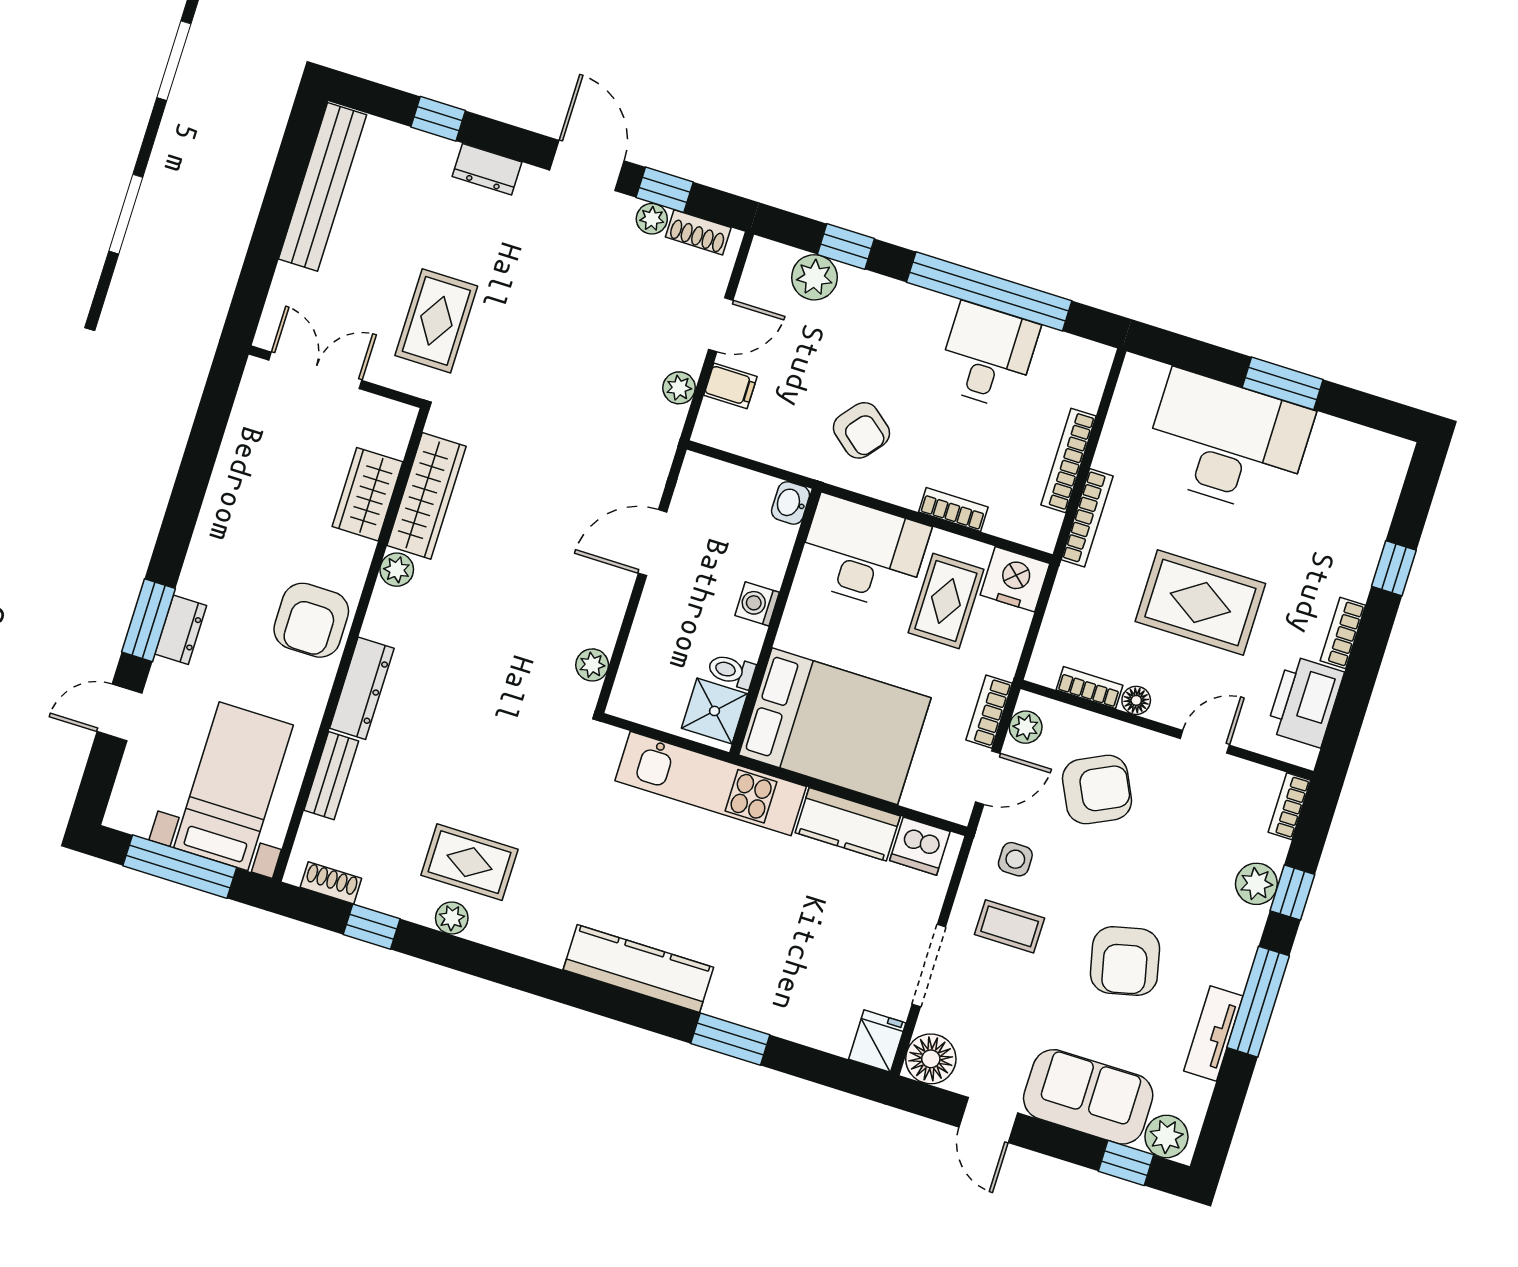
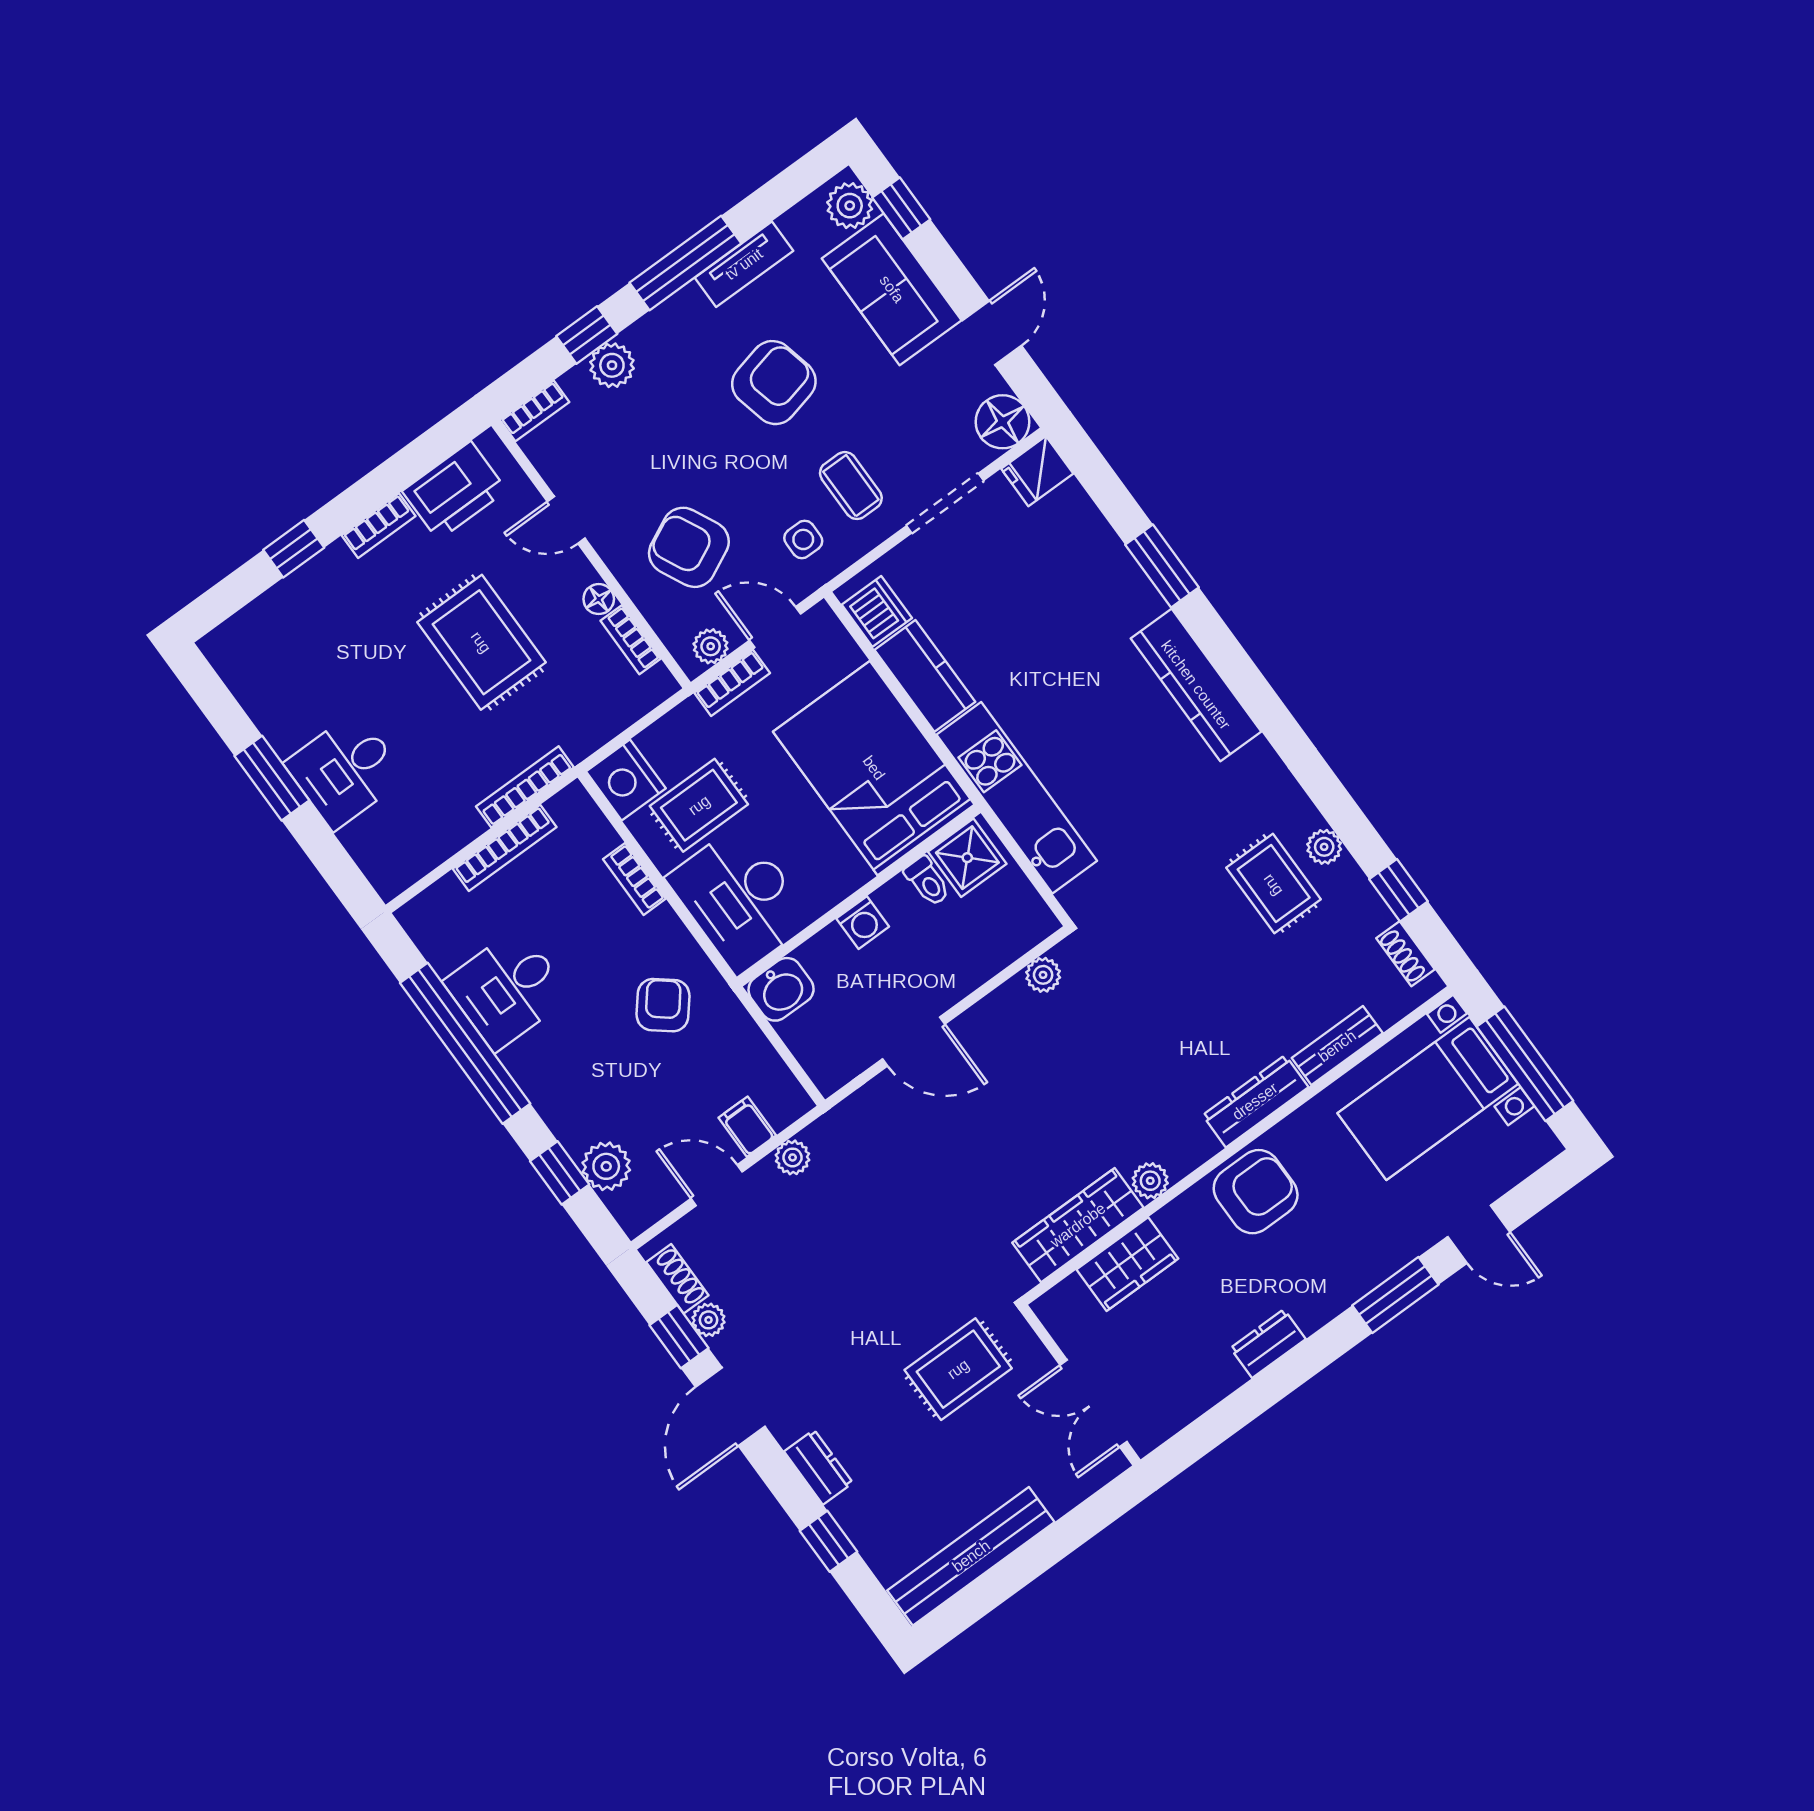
desk: (1228, 442) -> (345, 771), width x0.53, depth x0.77
washbasin: (791, 503) -> (781, 989), width x1.38, depth x1.45
dresser: (181, 630) -> (1268, 1344), moved

